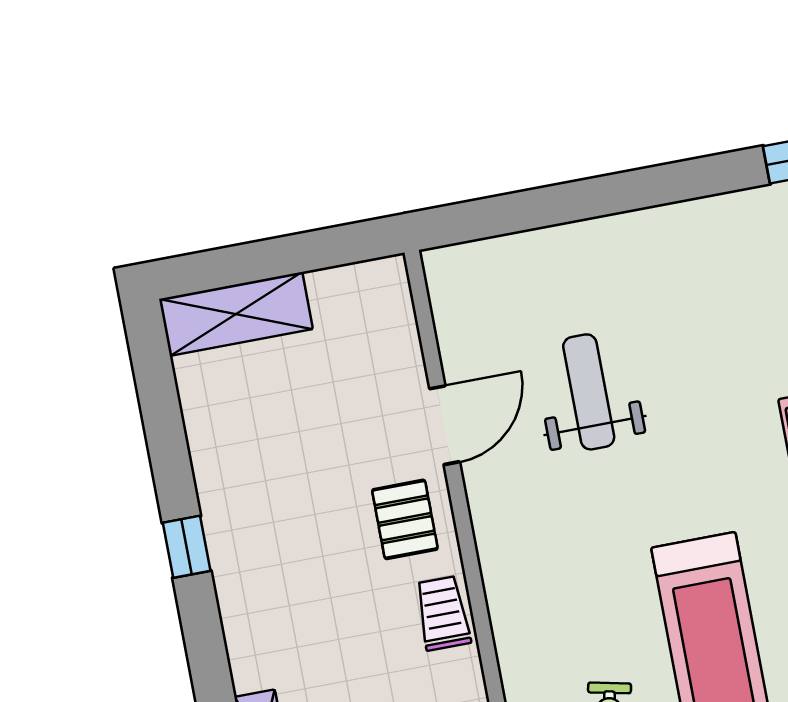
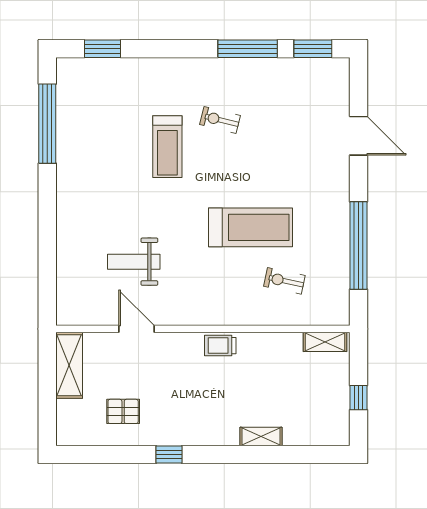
shelving: (236, 314) -> (69, 365), moved
pallet: (405, 519) -> (123, 411), moved

